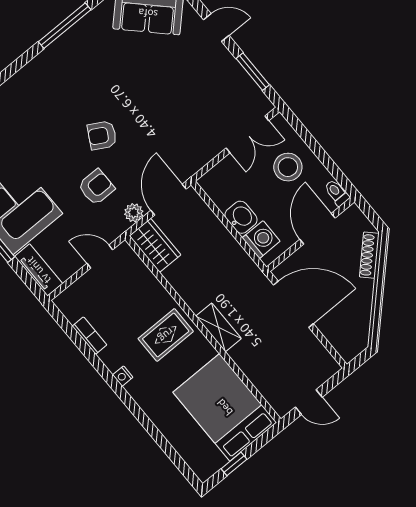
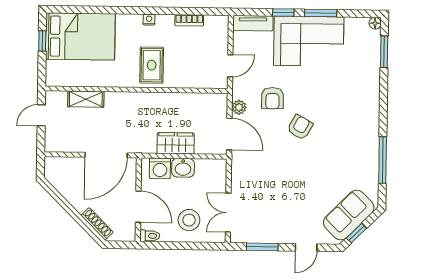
wardrobe: (155, 245) -> (176, 143), moved, turned 180
shelving: (218, 327) -> (86, 99), moved
bed: (225, 407) -> (80, 36), moved

